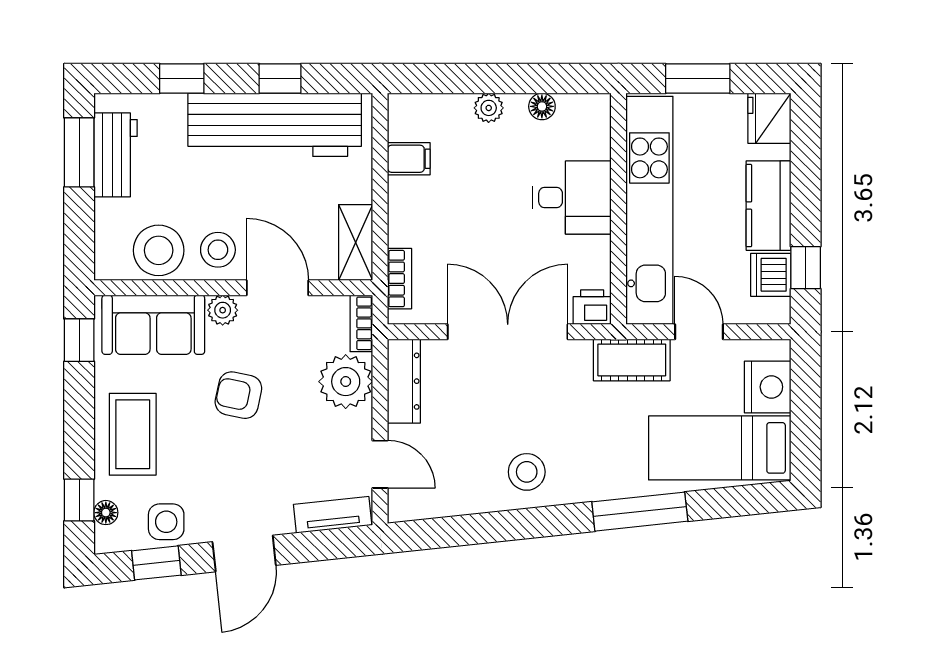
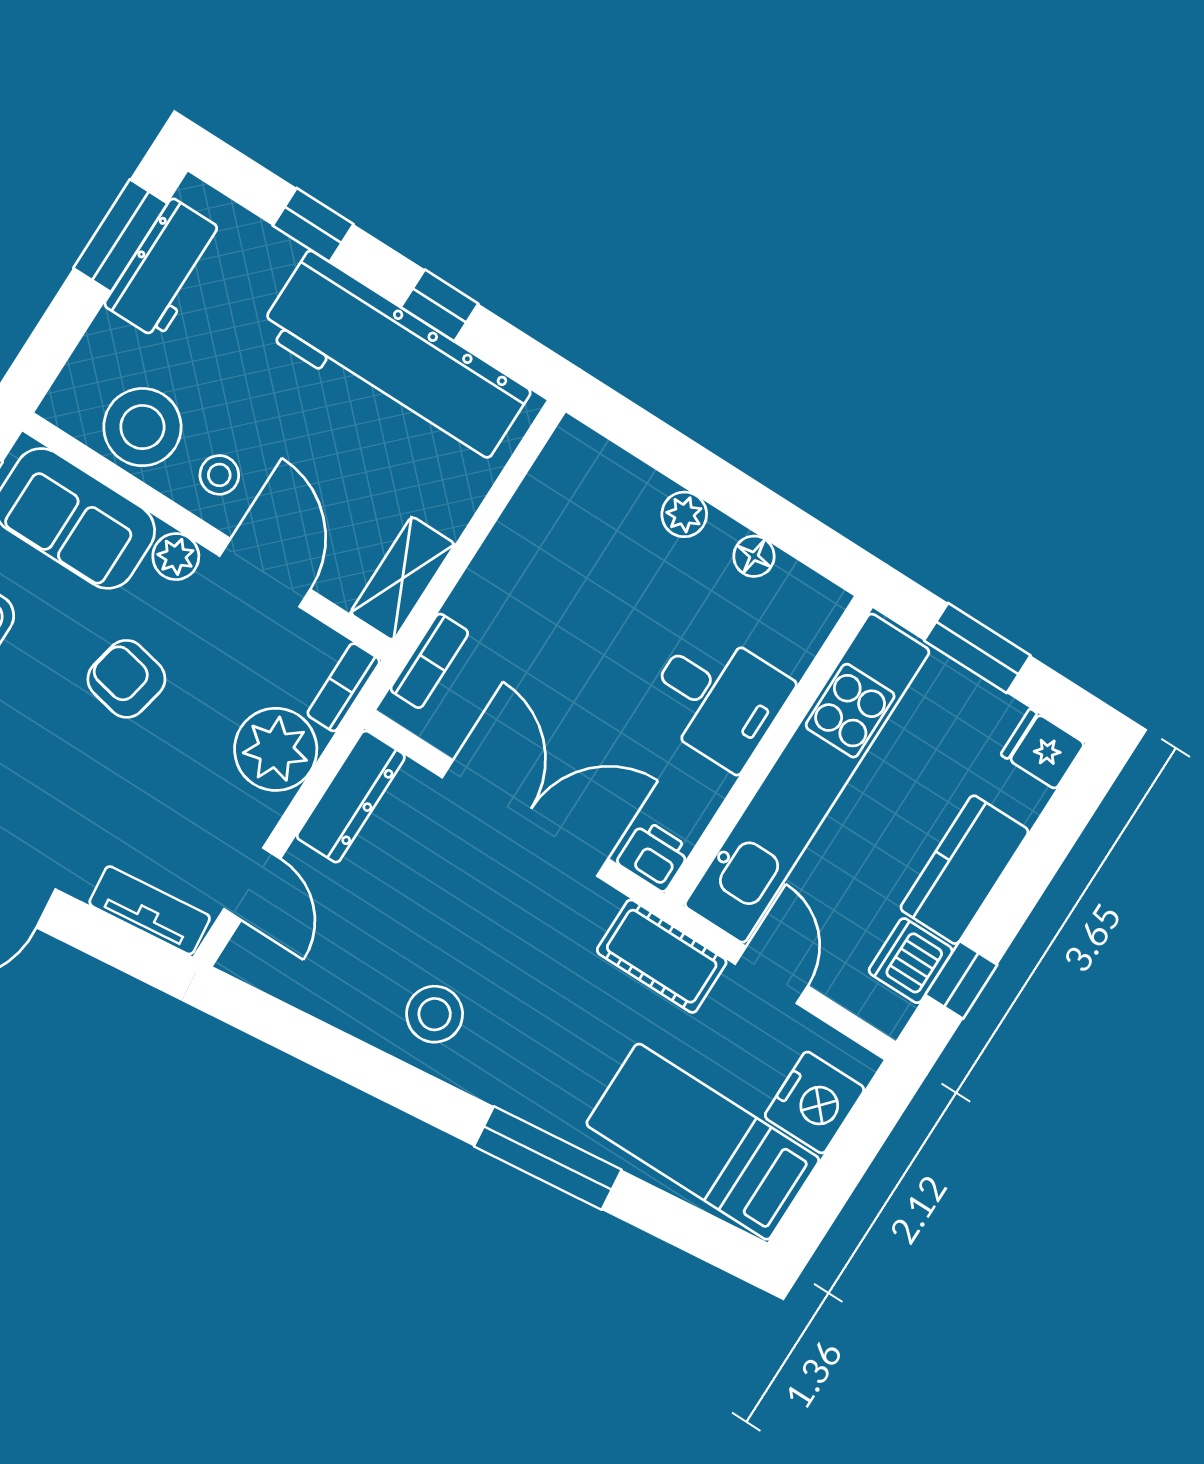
fridge: (769, 118) -> (1043, 749), width x0.72
filing cabinet: (409, 159) -> (540, 514), removed
stool: (218, 250) -> (219, 475), width x0.73, depth x0.73

